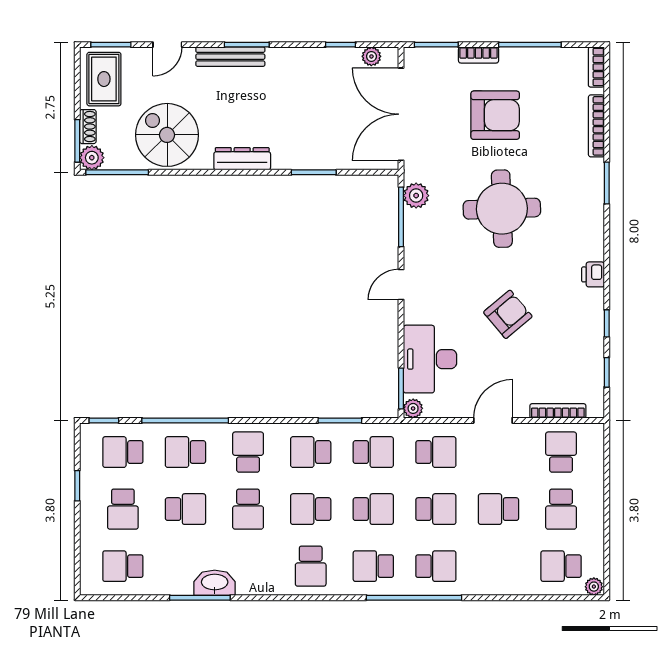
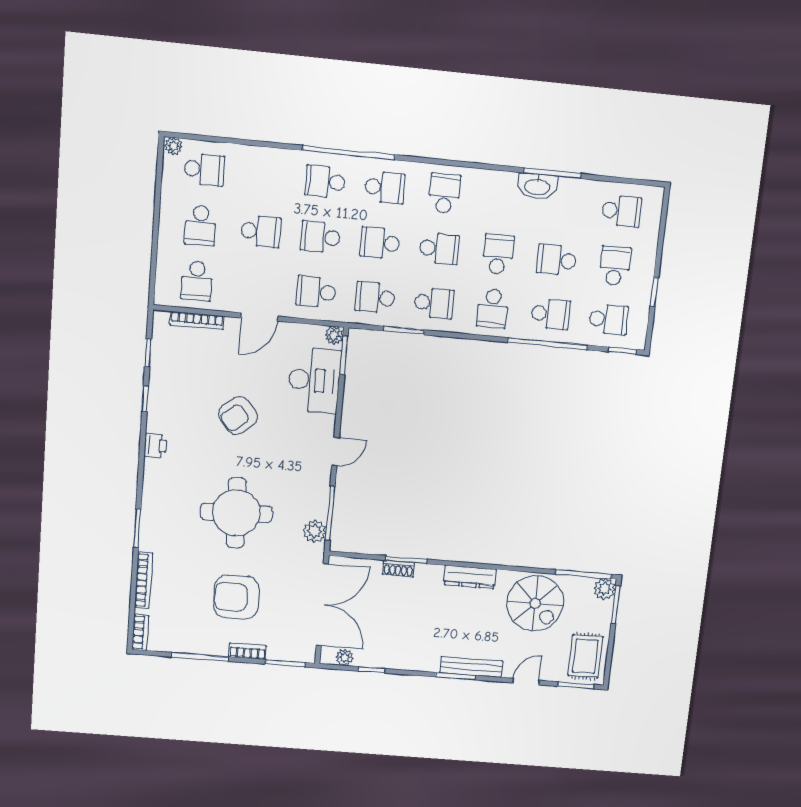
shoe rack: (88, 127) -> (398, 569), moved, turned -90
school desk: (561, 509) -> (200, 226), turned 180

